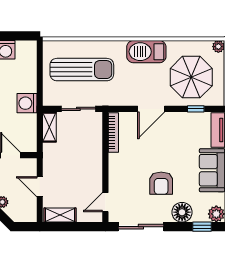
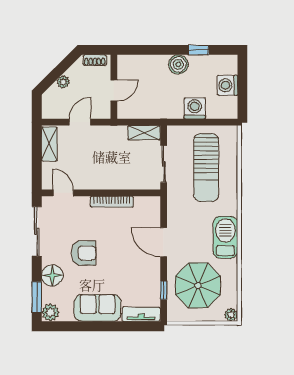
washing machine: (27, 103) -> (195, 108), moved
bookcase: (113, 133) -> (112, 202), moved
armchair: (161, 183) -> (84, 253), turned 180
window: (202, 227) -> (37, 297), width x1.50

